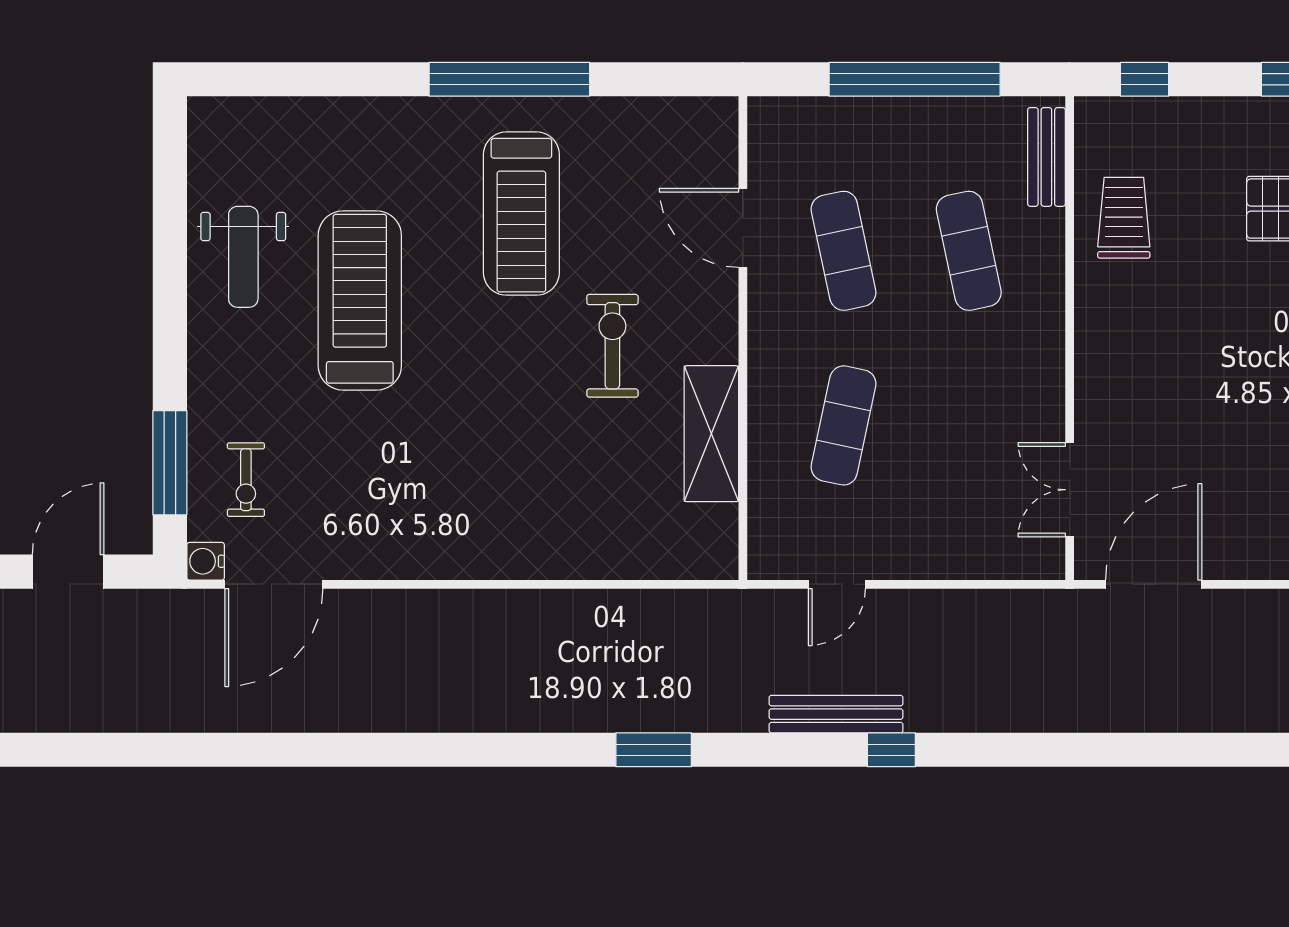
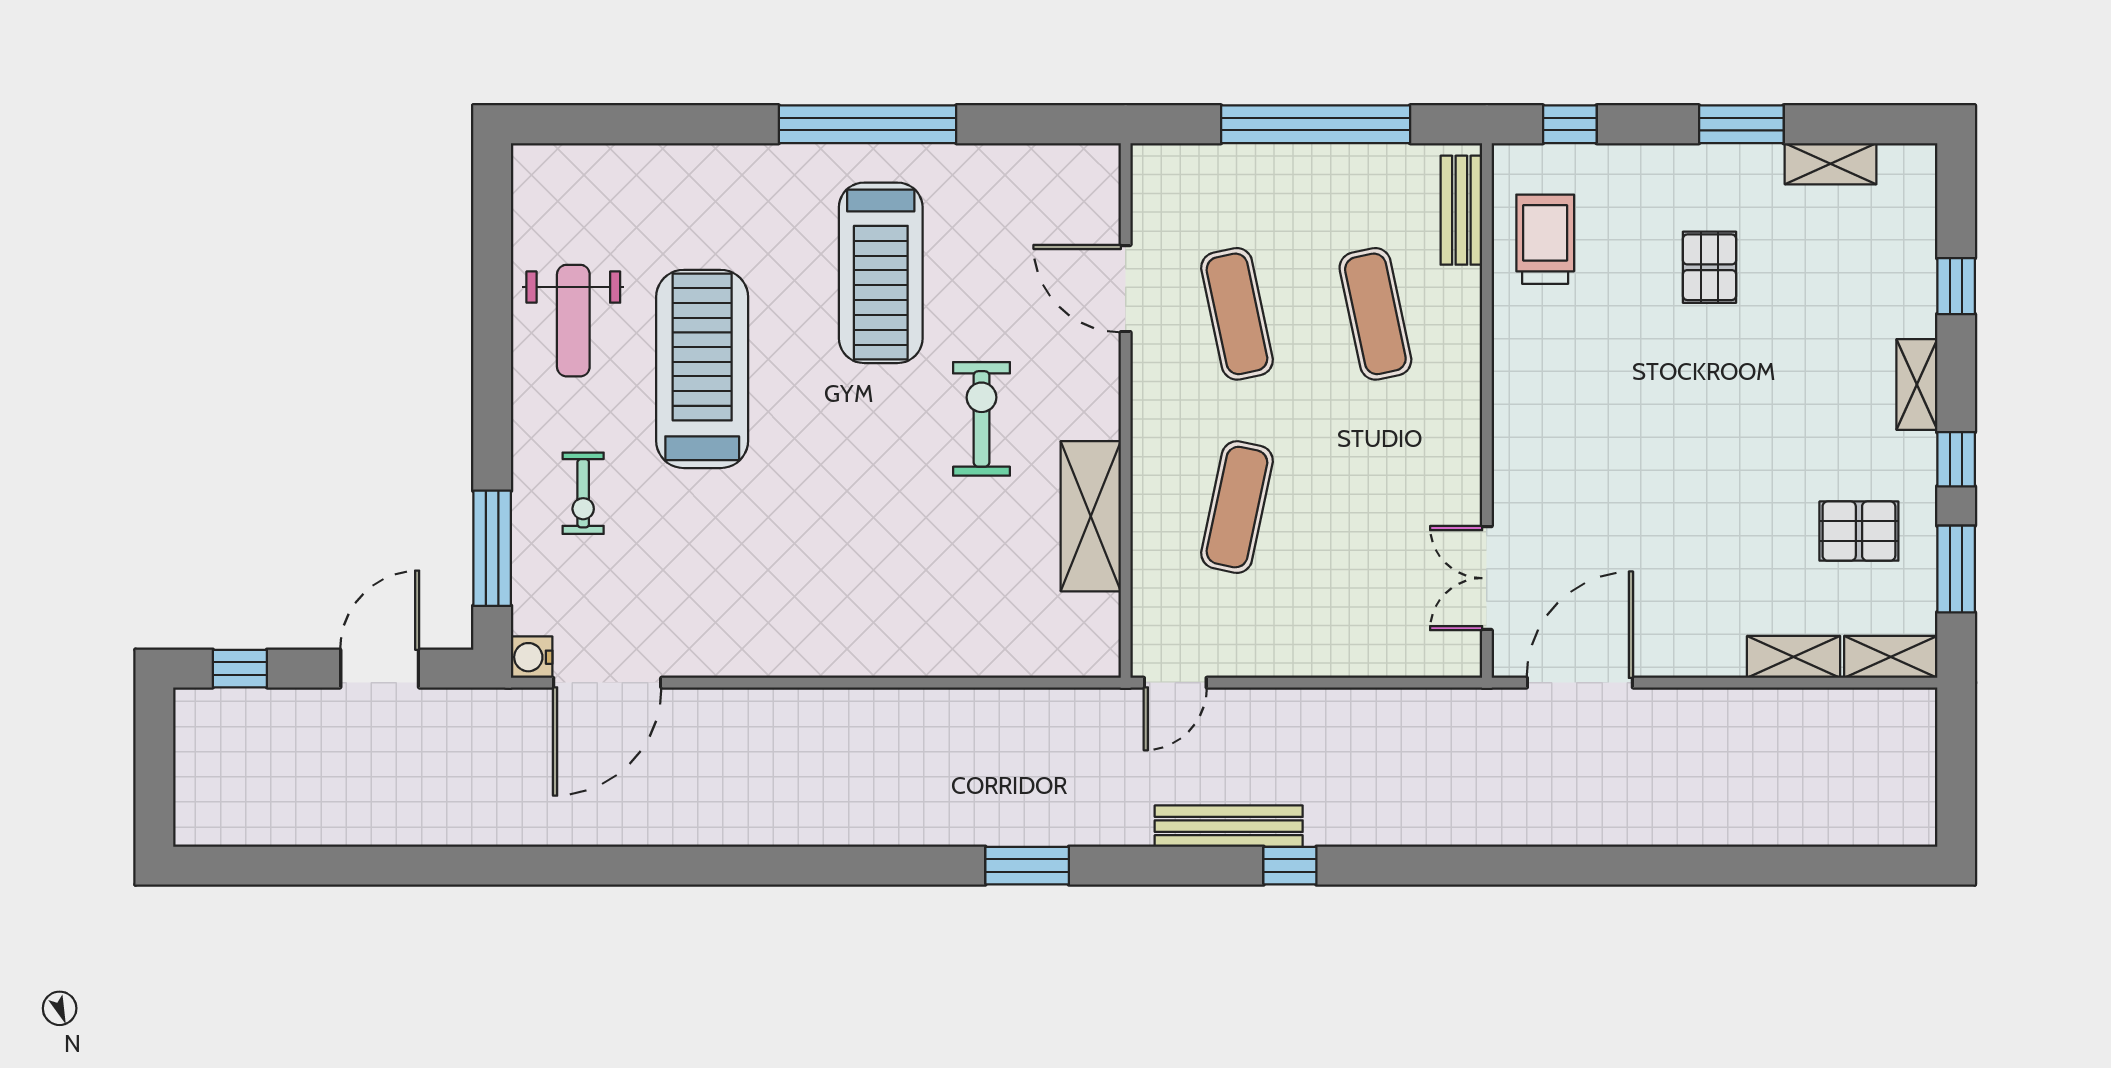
trolley: (1124, 218) -> (1545, 239), moved
exercise bike: (246, 480) -> (583, 493), moved
door: (837, 584) -> (1175, 683), moved

